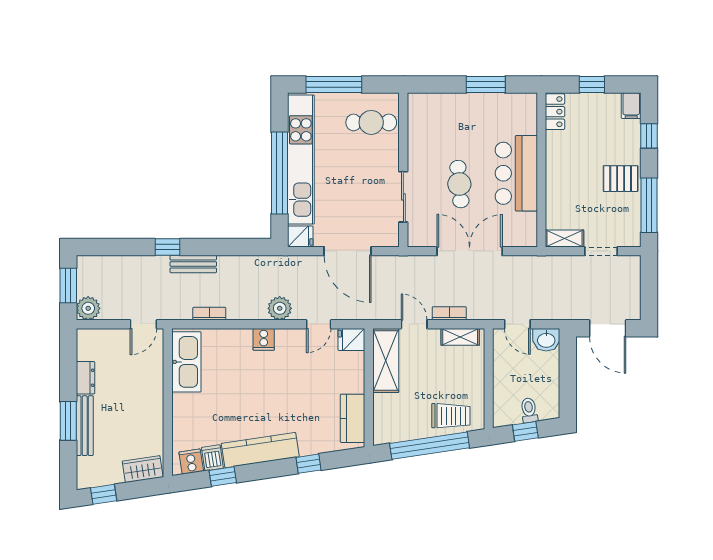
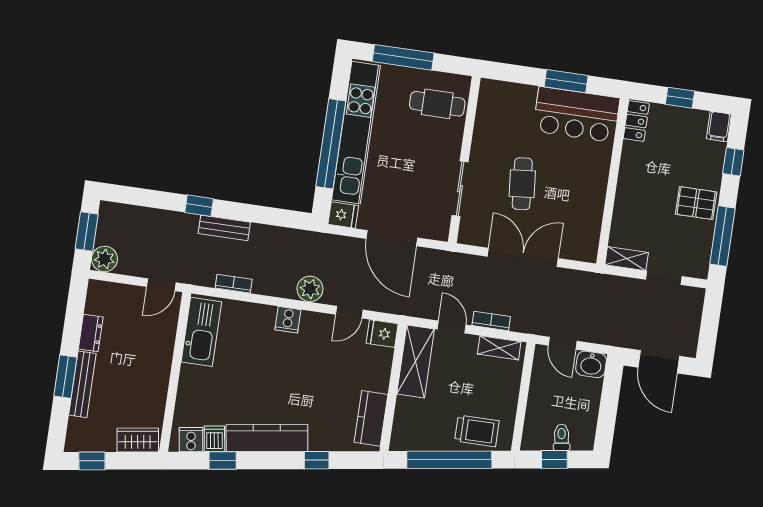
bar counter: (516, 173) -> (576, 115), moved, turned -90

